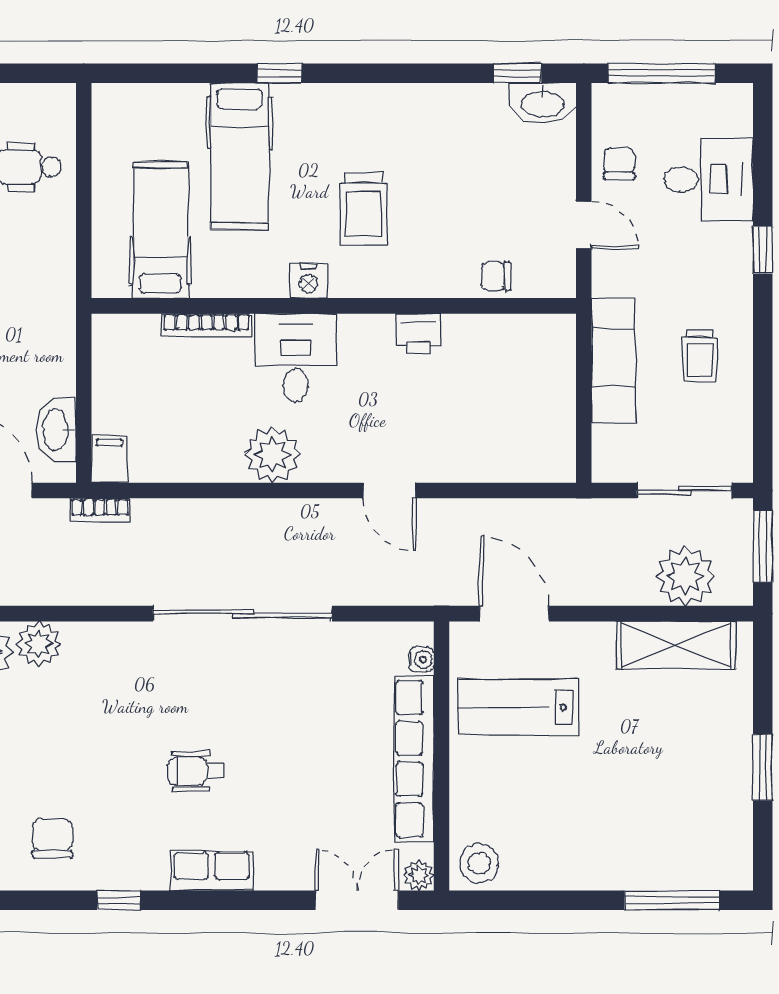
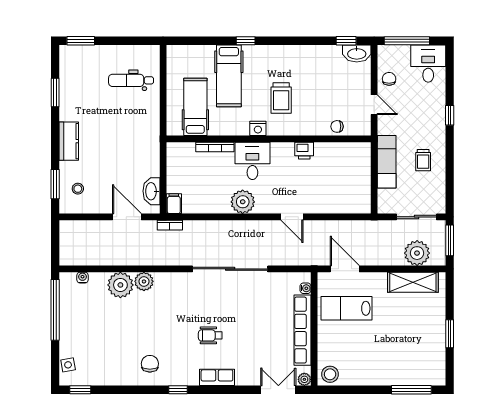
desk: (709, 179) -> (428, 64), moved, turned -90

